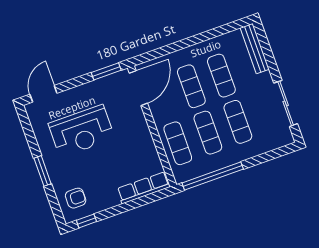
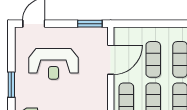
door: (138, 88) -> (111, 60), moved

